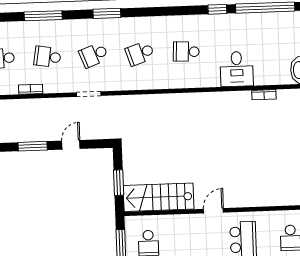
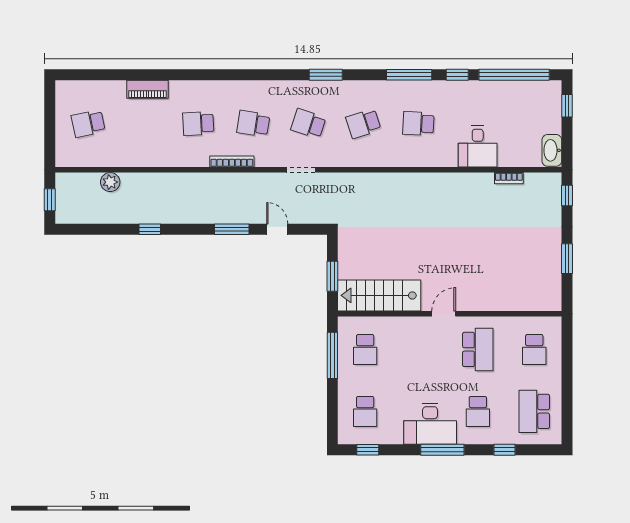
window: (43, 16) -> (409, 75), moved
school desk: (94, 55) -> (308, 124), turned 39
bookcase: (31, 89) -> (232, 161), width x1.56
door: (71, 145) -> (277, 229), hinge flipped

